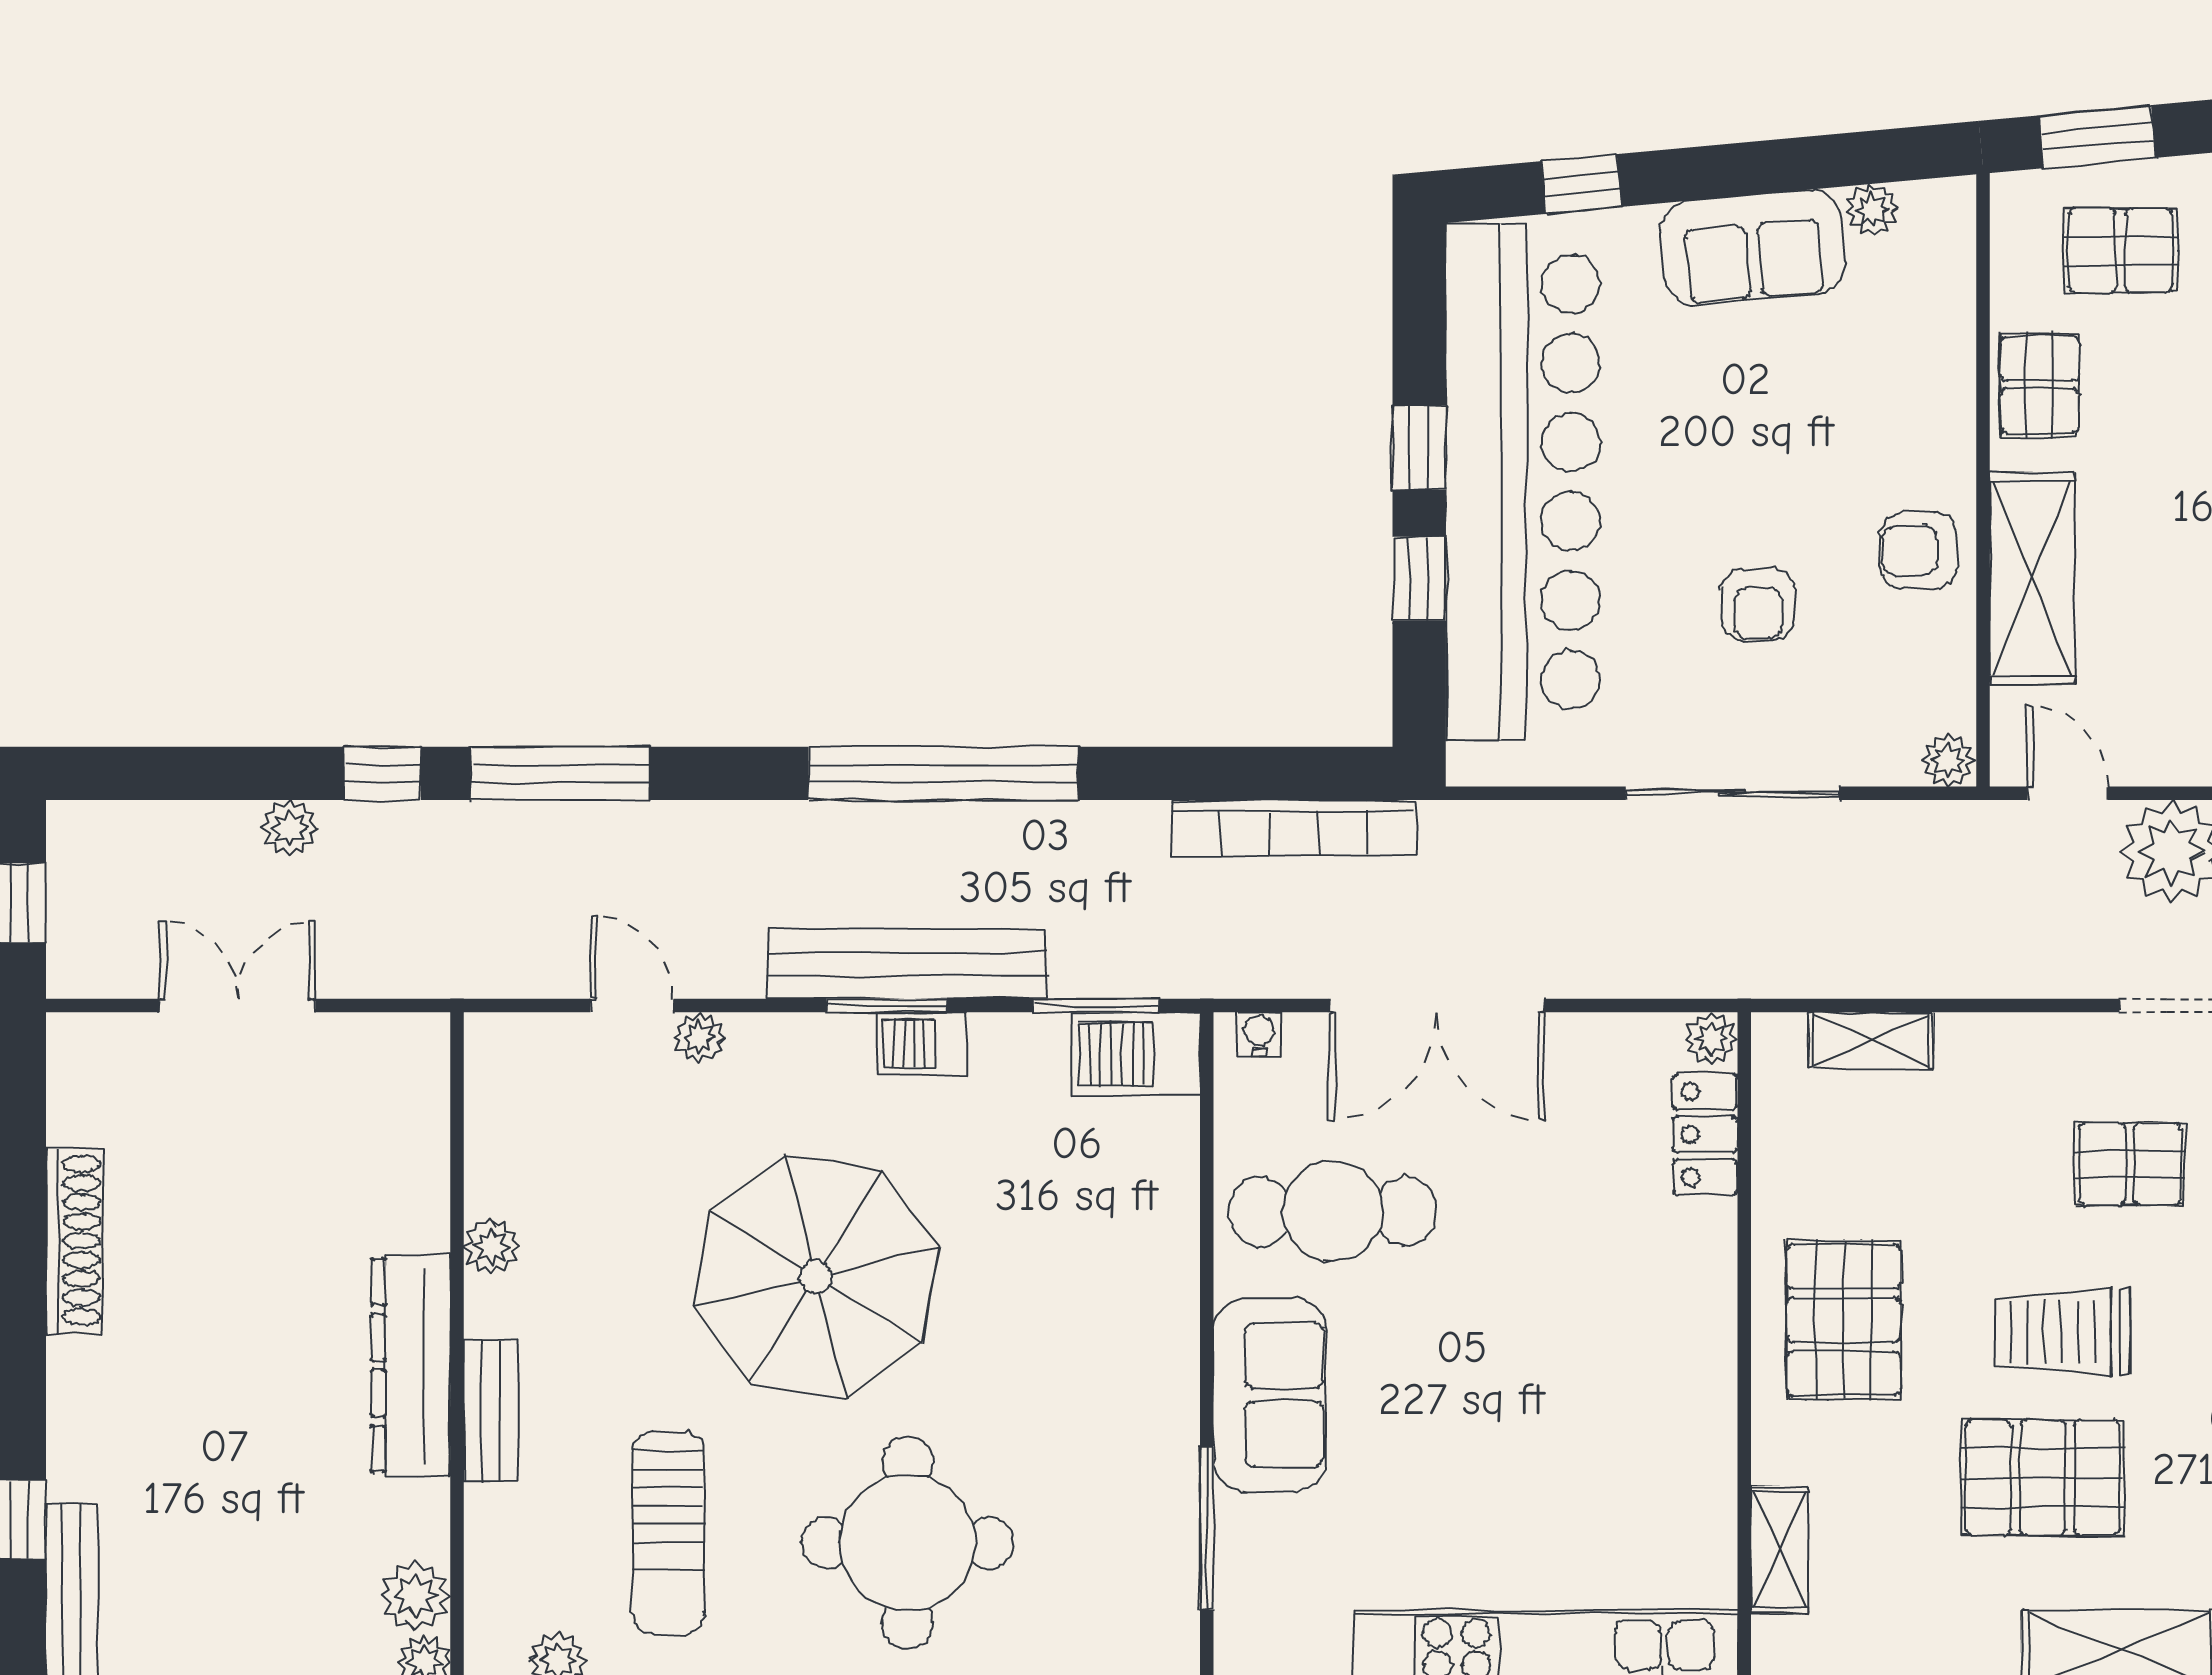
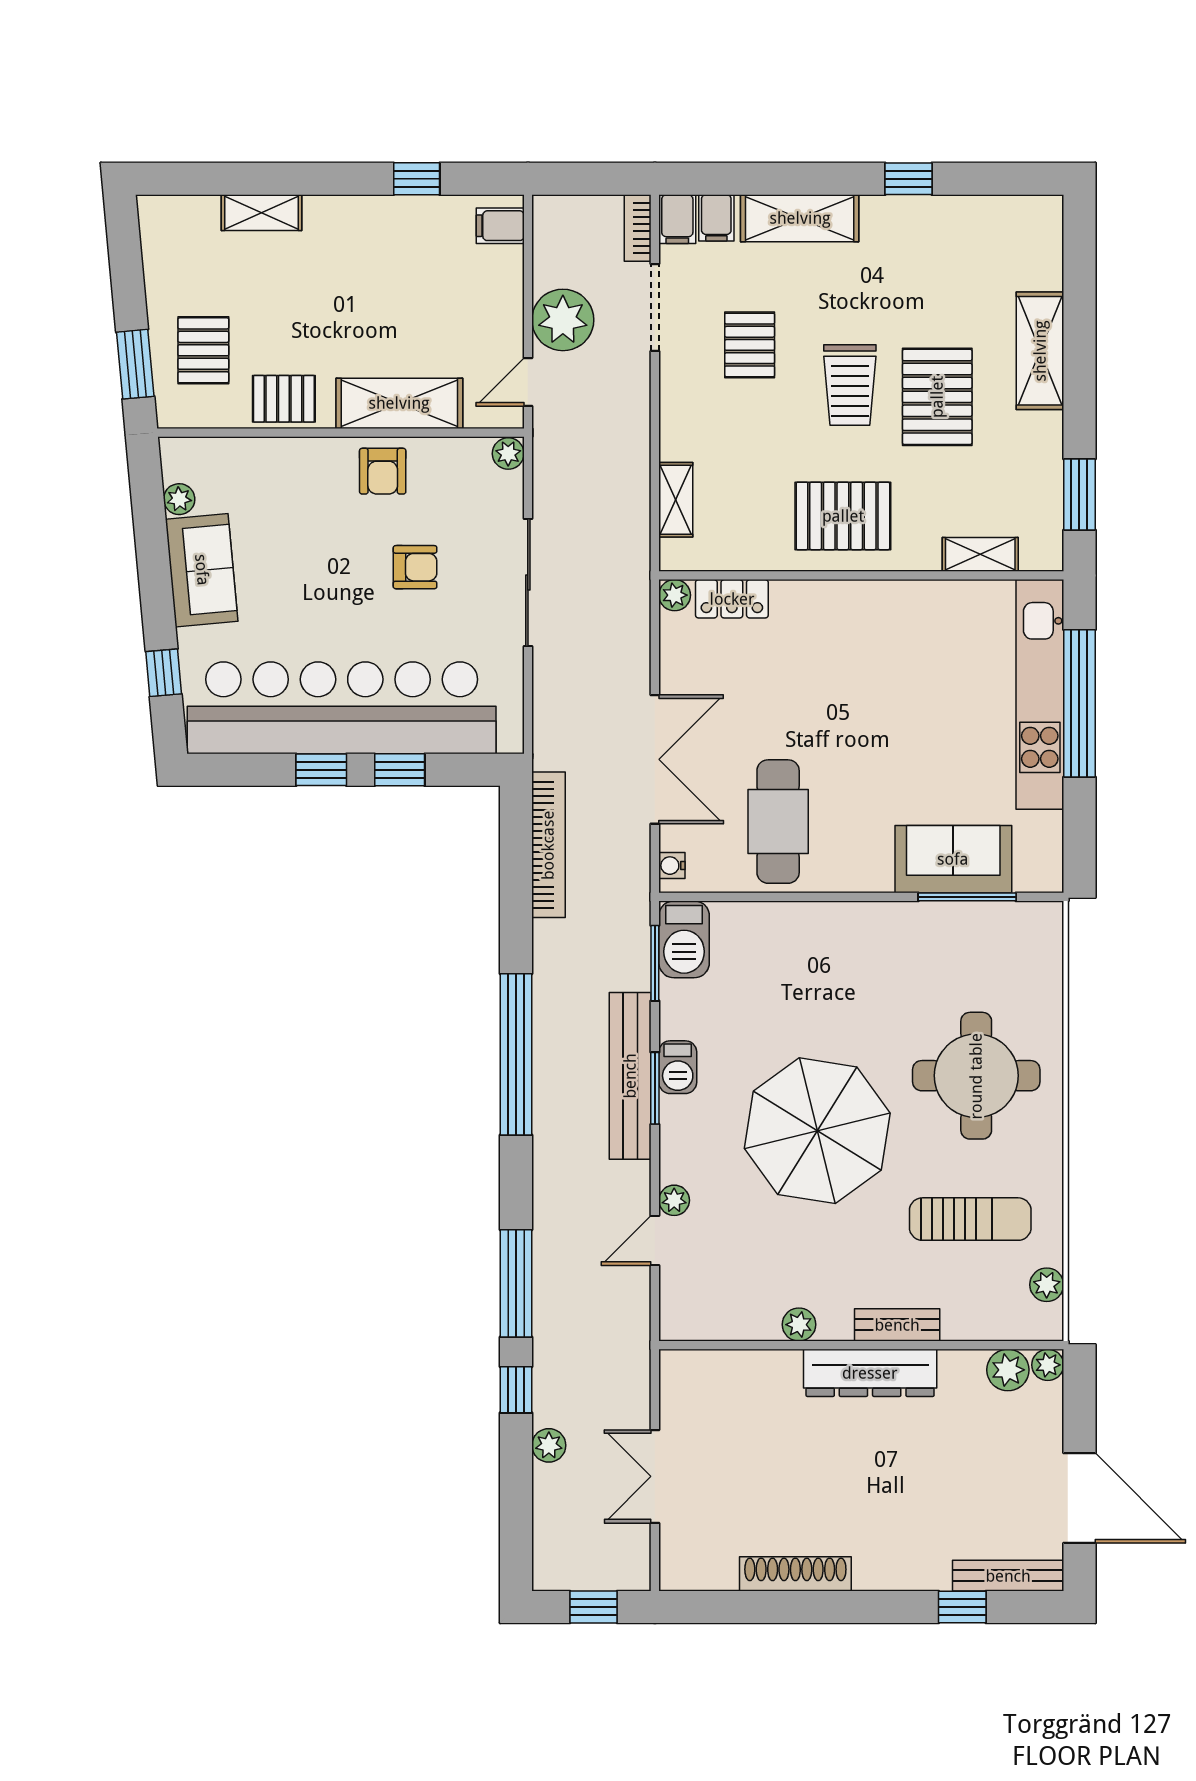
sofa: (1270, 1395) -> (953, 859), moved

